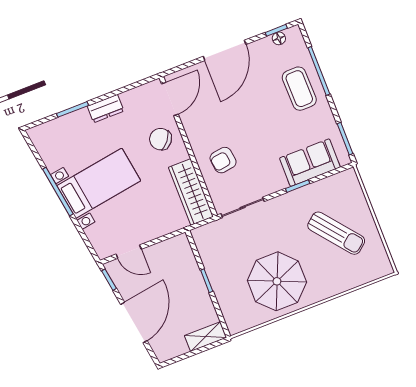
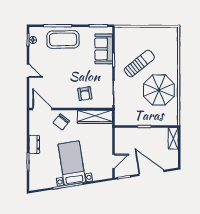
door: (225, 50) -> (28, 71), width x0.53
coffee table: (299, 89) -> (63, 39), width x1.36, depth x1.32
sun lounger: (336, 233) -> (139, 64), moved

